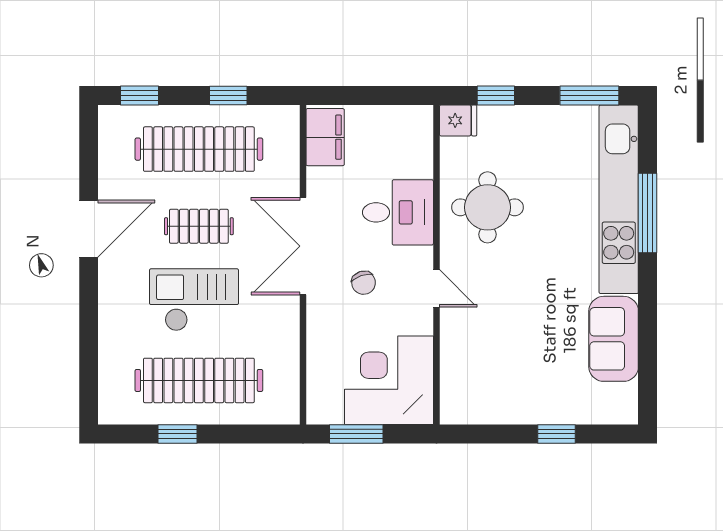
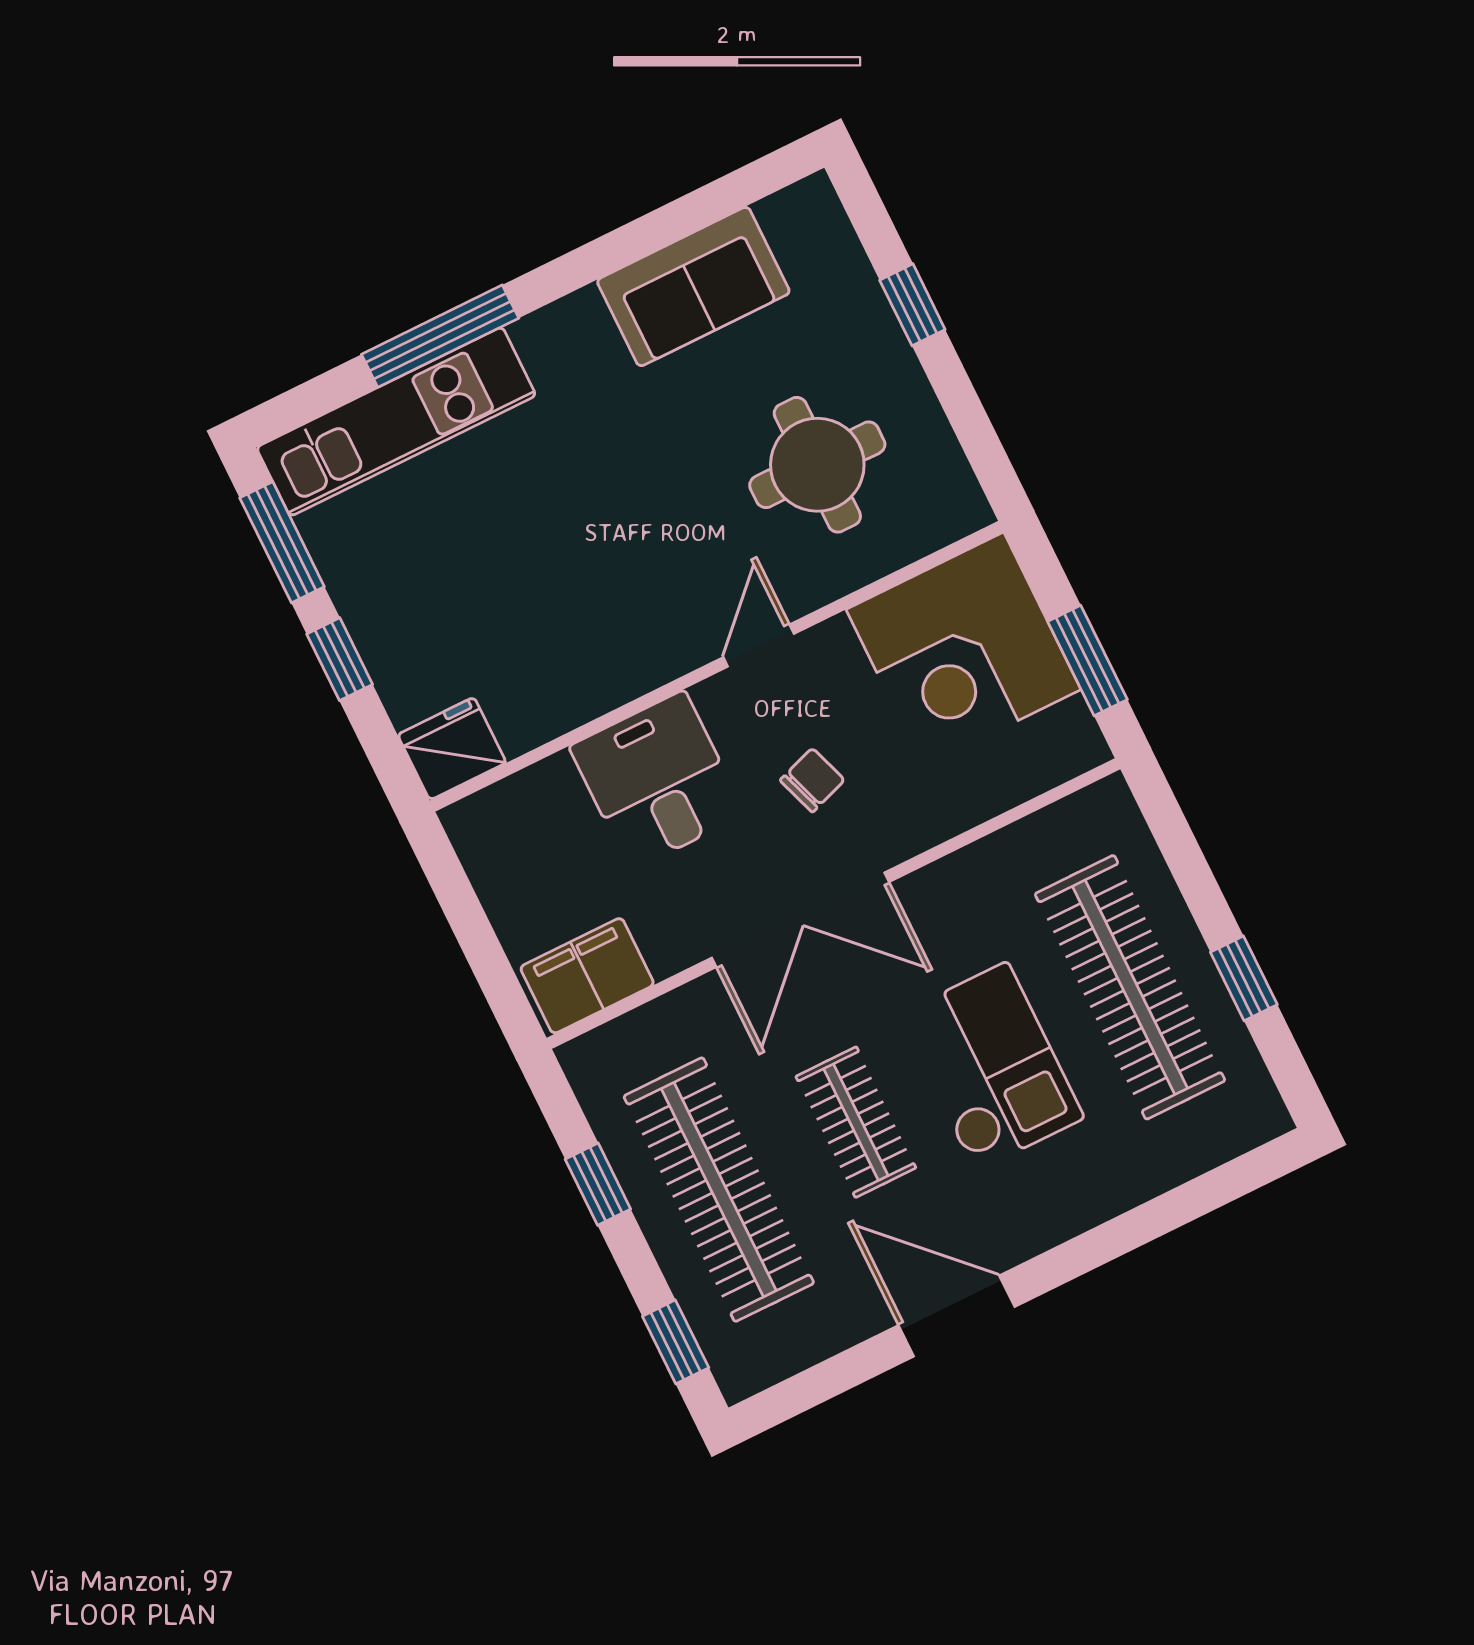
window: (496, 96) -> (340, 659), moved
fridge: (458, 120) -> (452, 749), width x1.38
kitchen unit: (619, 199) -> (396, 421), width x0.73
round table: (488, 207) -> (817, 465), moved
checkout: (194, 300) -> (991, 1067), turned 180

